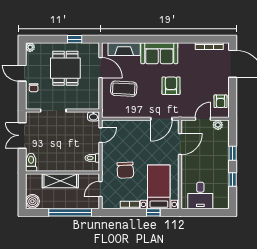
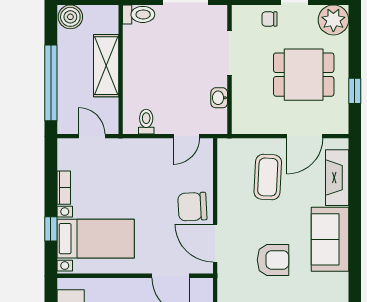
plant: (30, 47) -> (333, 20), width x1.88, depth x1.88
washbasin: (93, 116) -> (219, 98), moved
door: (100, 135) -> (186, 136), hinge flipped
chair: (125, 170) -> (192, 207), moved

